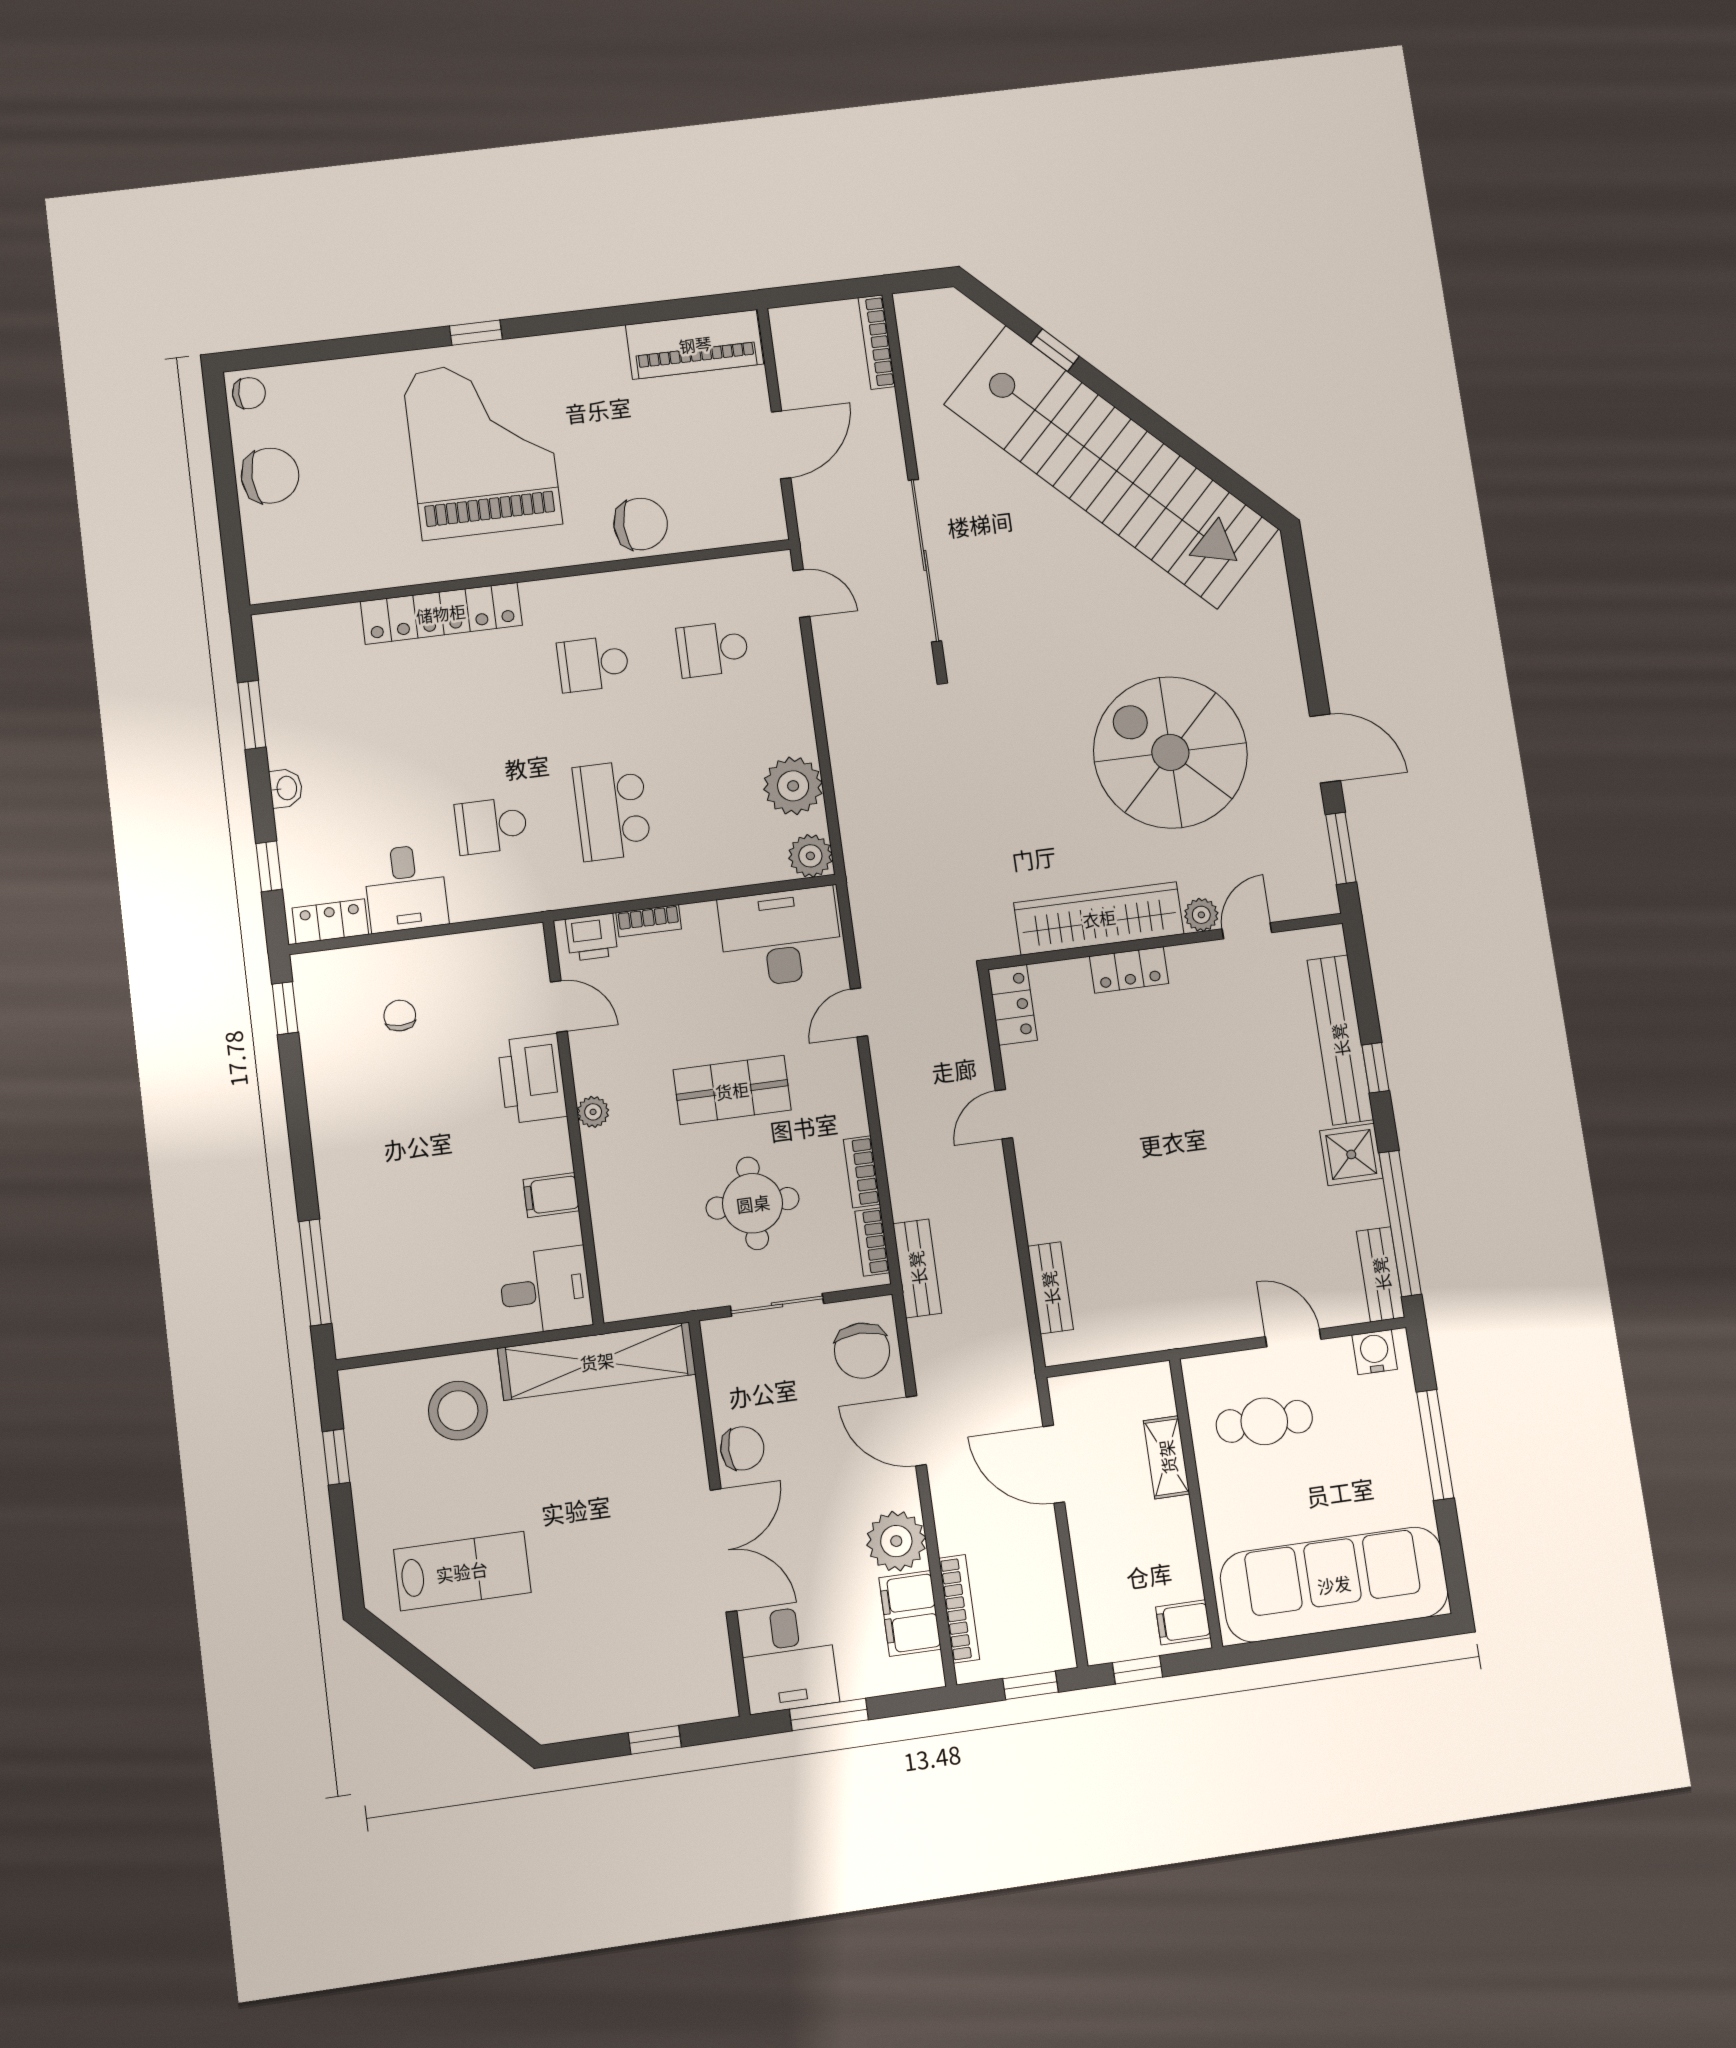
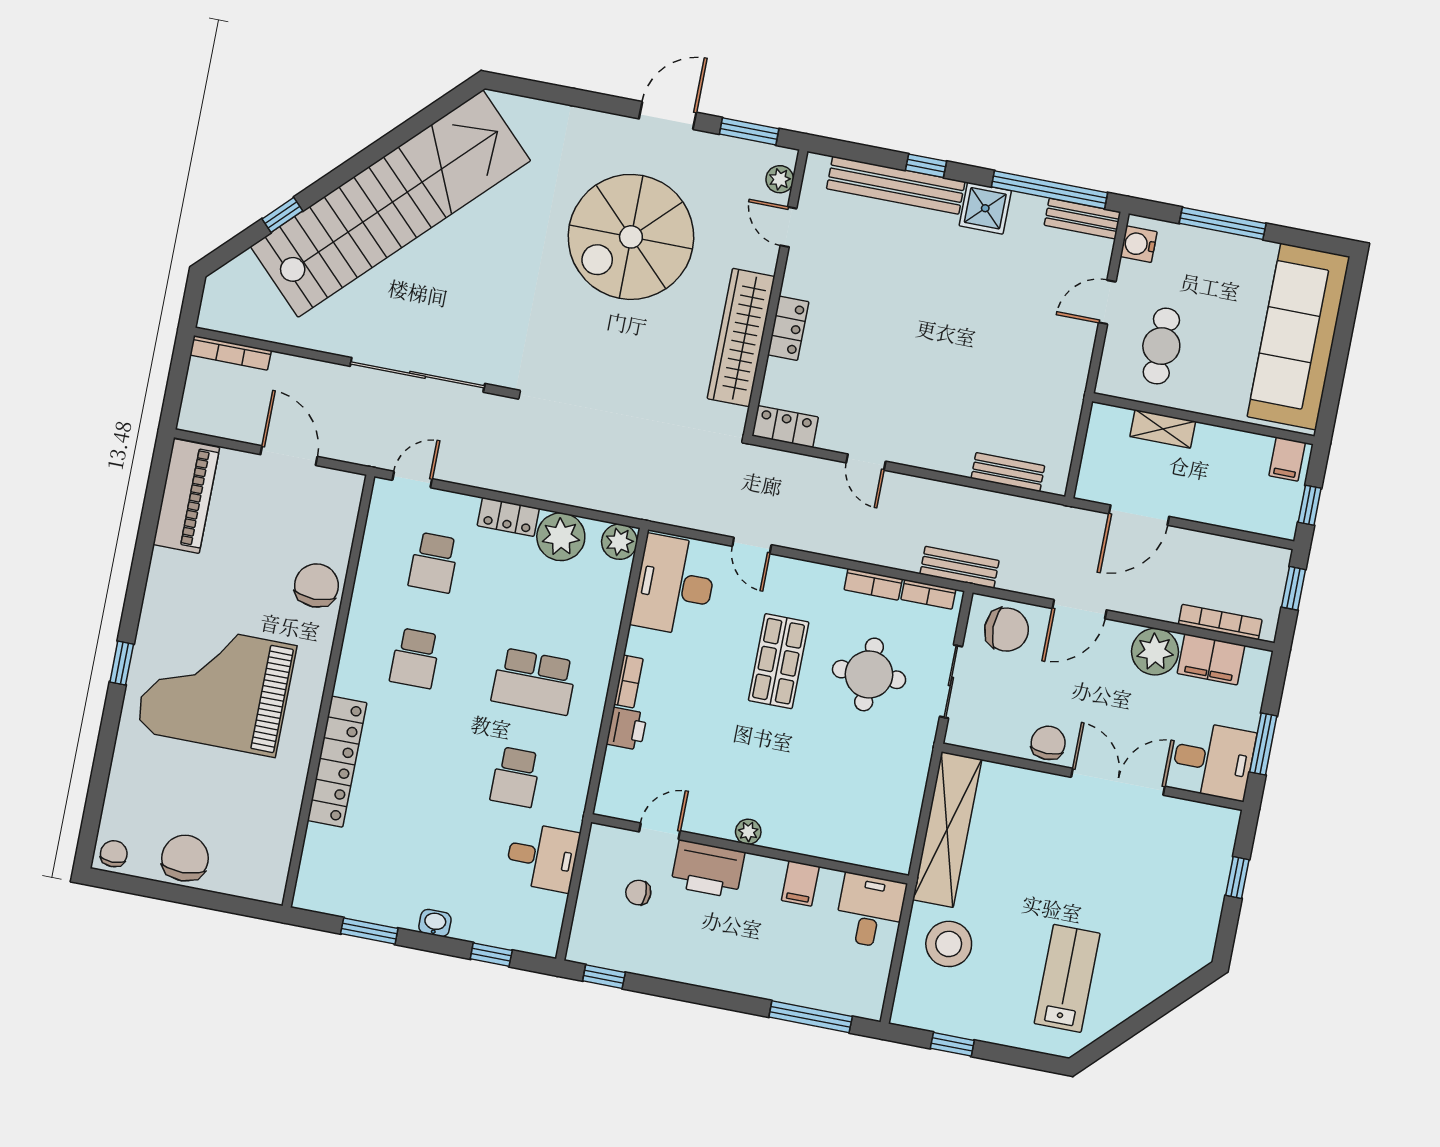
plant: (1201, 915) -> (780, 179), moved
locker: (330, 921) -> (508, 517), moved, turned -90
door: (559, 1006) -> (660, 831), moved
printer: (532, 1079) -> (708, 869), moved
plant: (593, 1112) -> (748, 832), moved
wall: (573, 1121) -> (750, 849), moved
filing cabinet: (551, 1195) -> (800, 883), moved
desk: (545, 1291) -> (870, 911), moved

